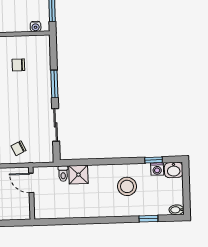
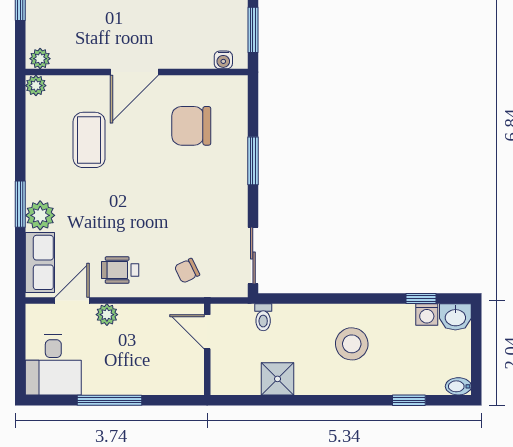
chair: (18, 65) -> (191, 126), width x1.87, depth x1.87
sliding door: (56, 125) -> (253, 255), moved
shower: (78, 175) -> (278, 379), moved
stool: (127, 186) -> (352, 344), moved

